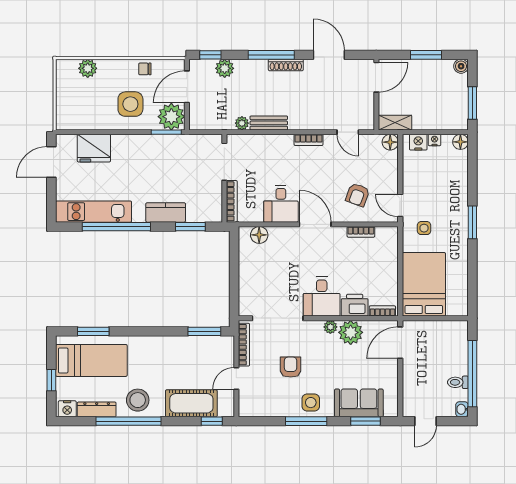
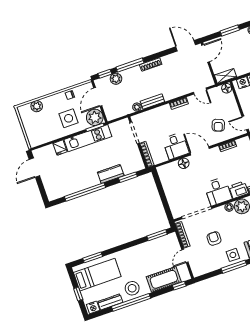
window: (271, 55) -> (130, 65), moved
door: (329, 55) -> (186, 46), moved
fridge: (94, 148) -> (60, 148), width x0.53, depth x0.75
kitchen unit: (94, 212) -> (88, 138), moved, turned 180
floor lamp: (259, 235) -> (184, 163), moved

